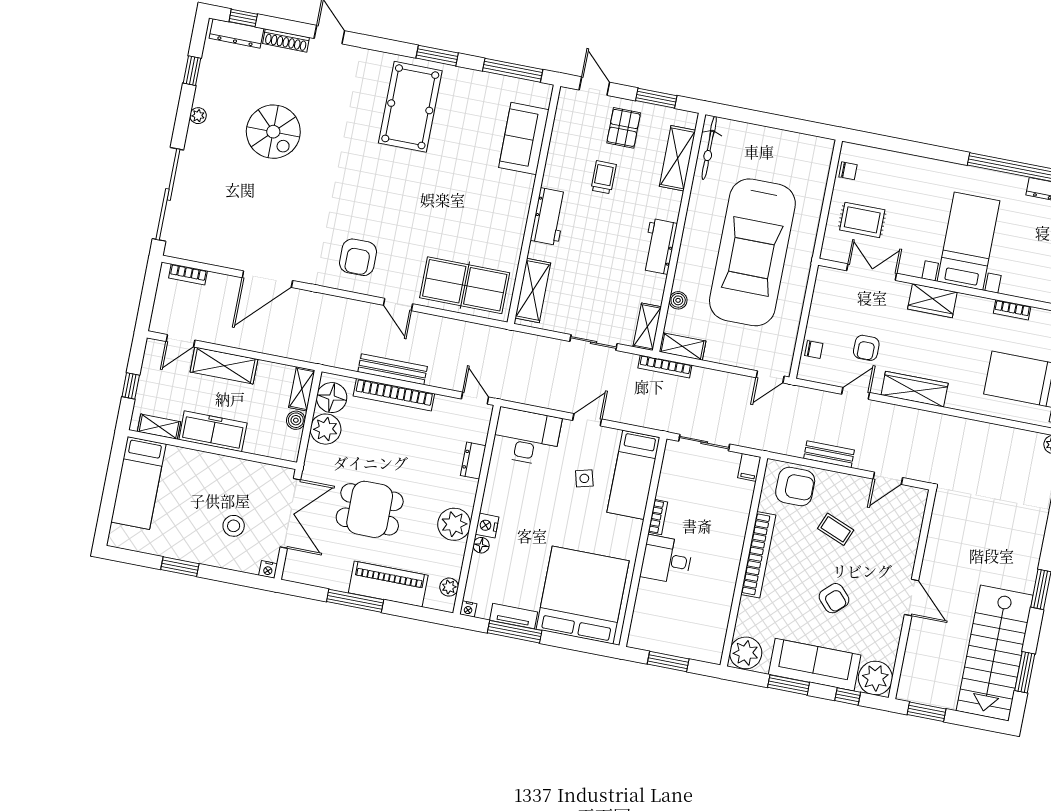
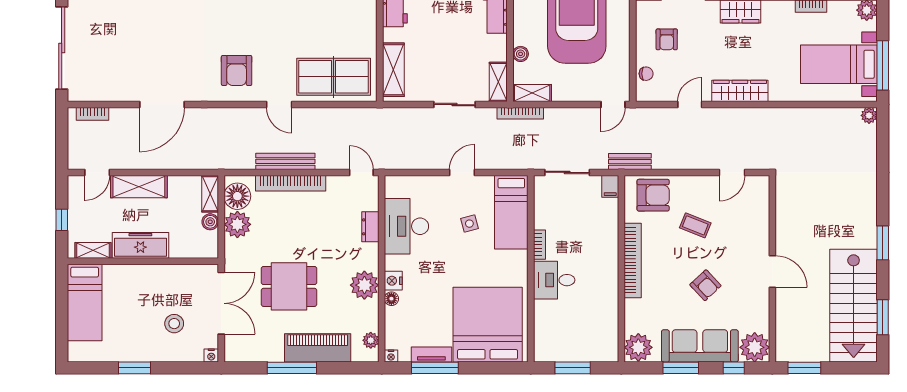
armchair: (866, 348) -> (667, 39), moved
desk: (527, 437) -> (406, 226), moved, turned -90
bench: (829, 454) -> (630, 162), moved

